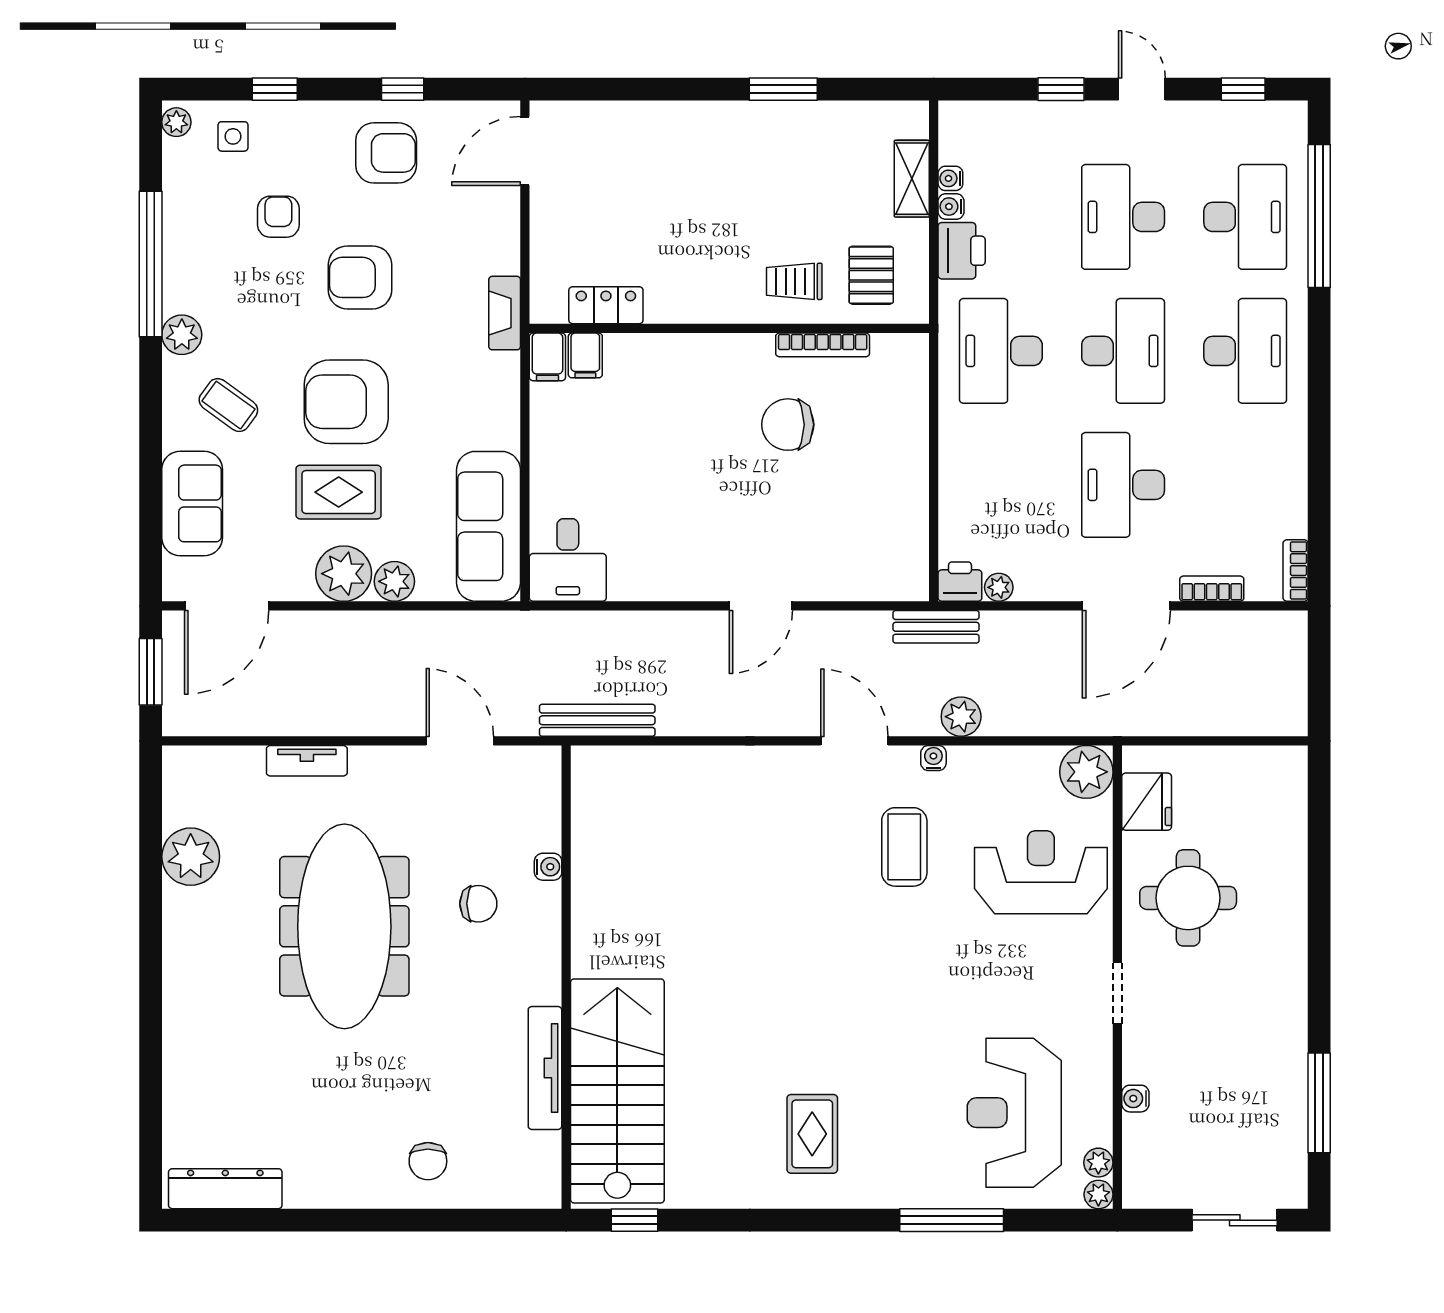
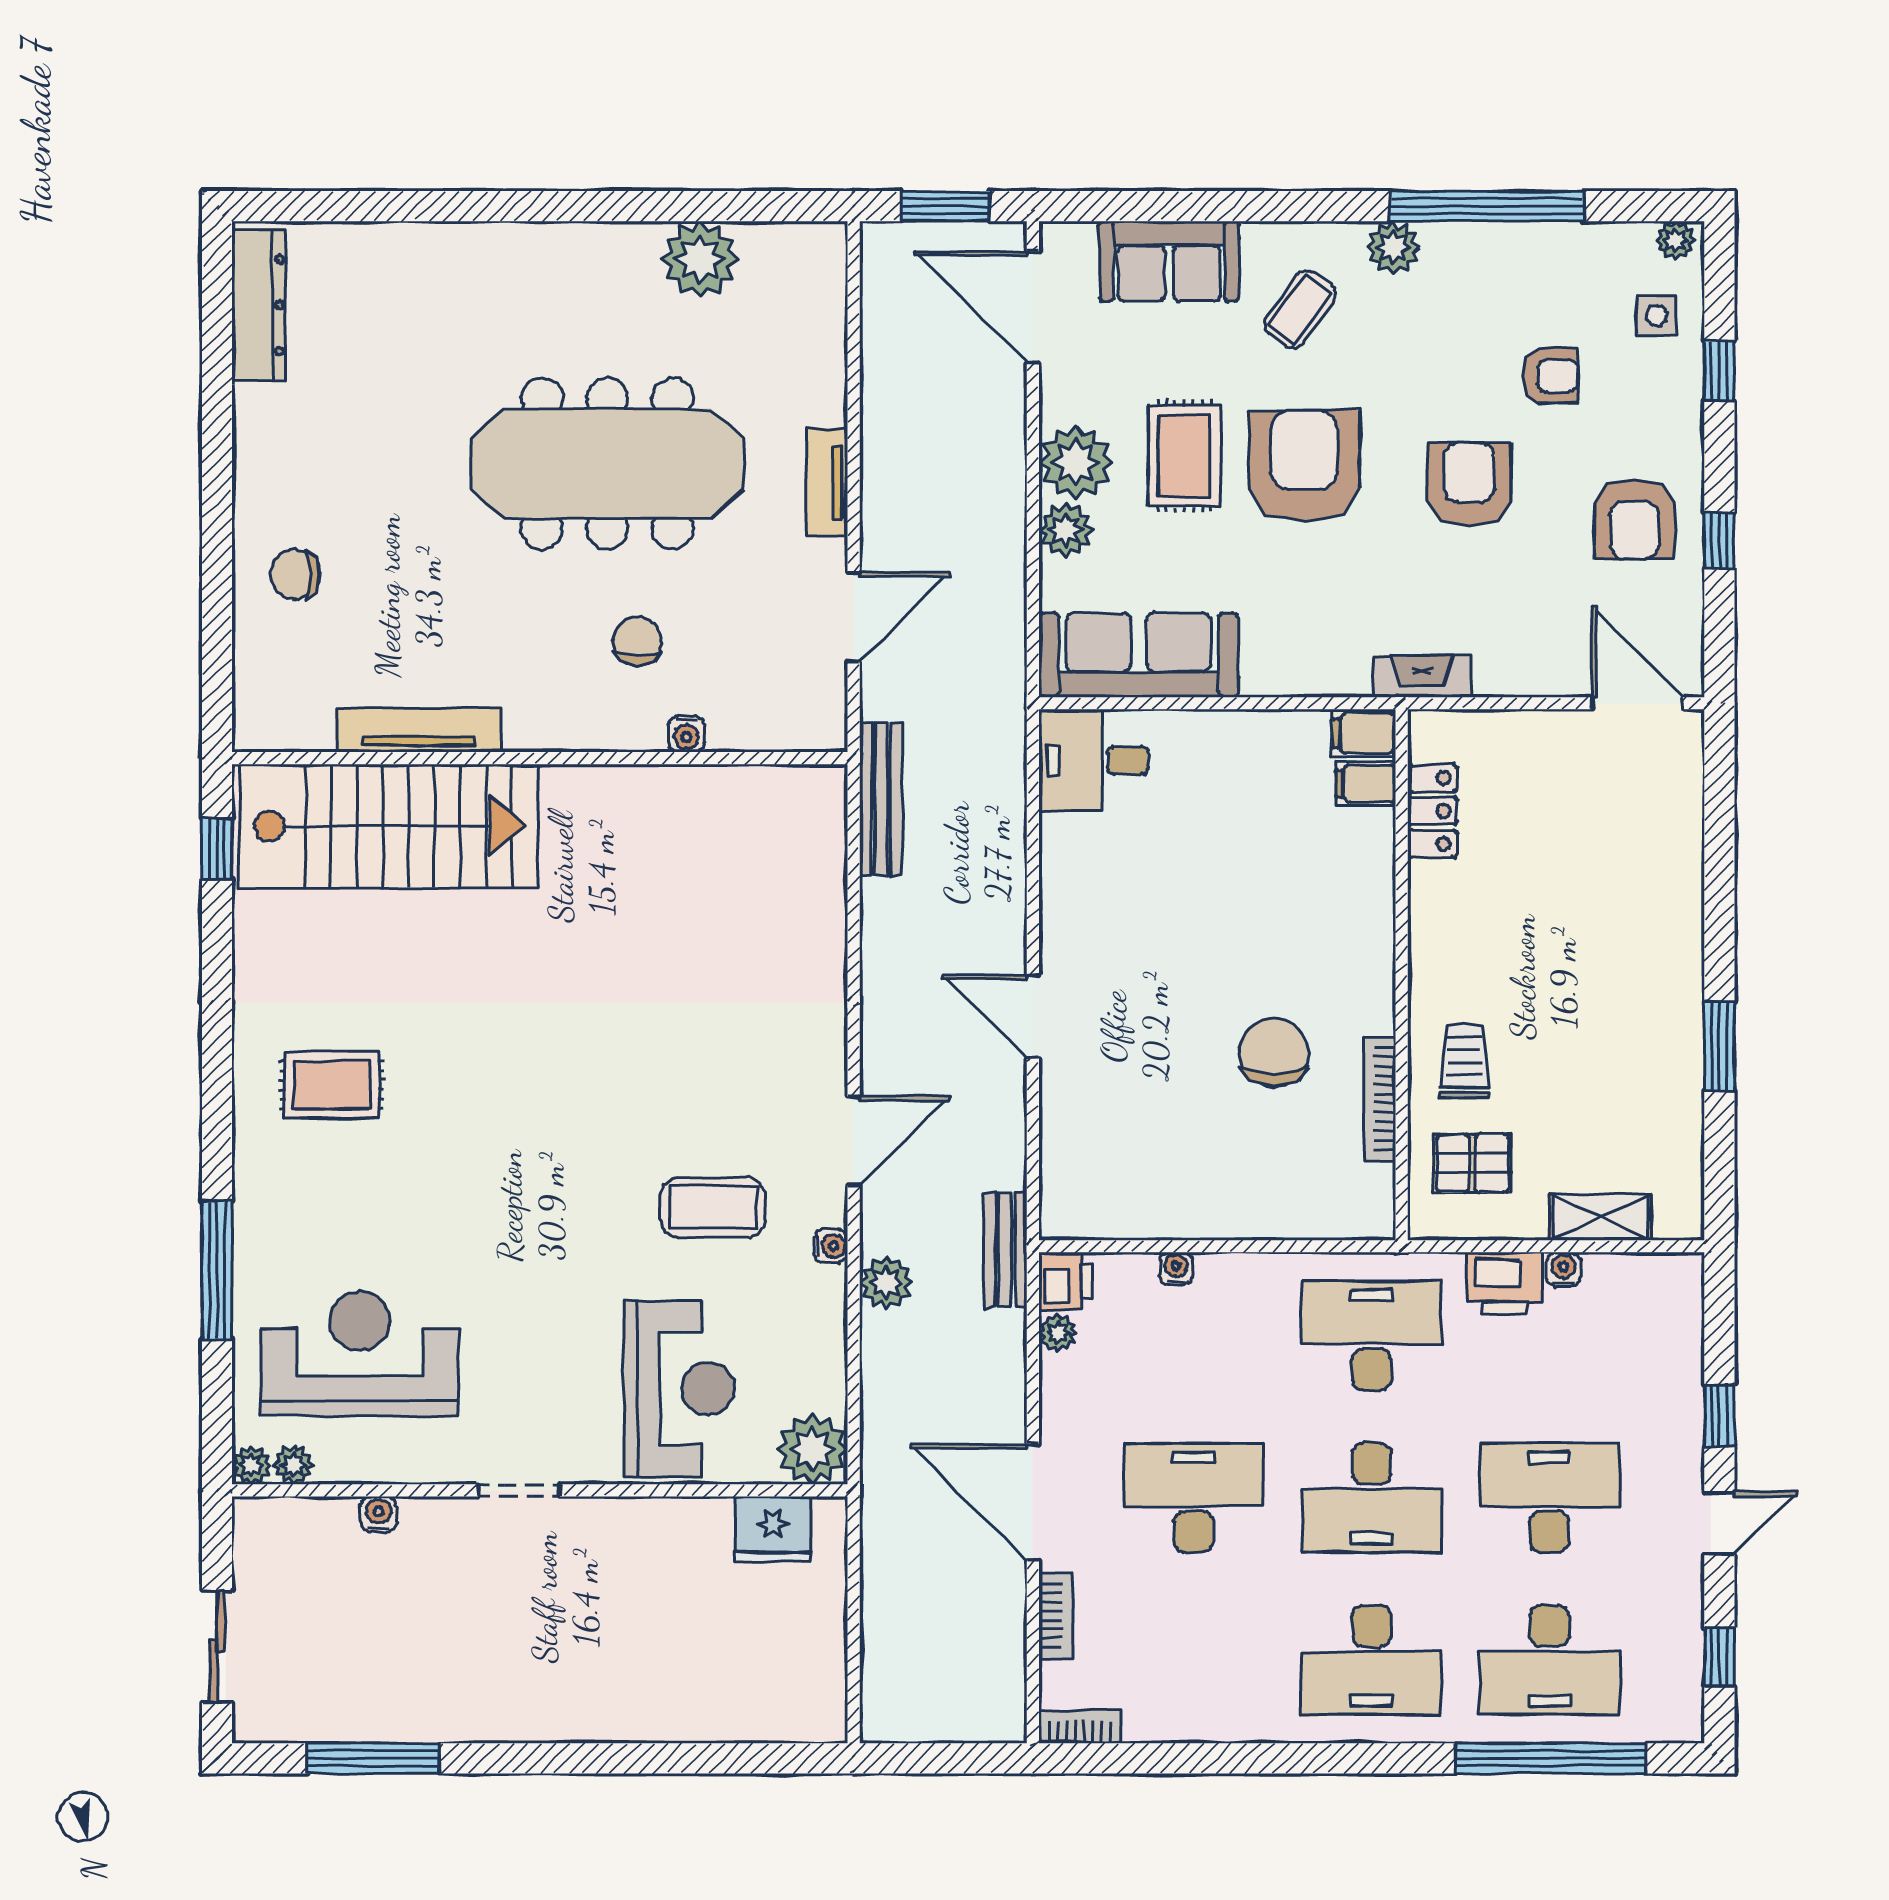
water cooler: (950, 178) -> (1176, 1268), moved
tv unit: (307, 761) -> (827, 482), moved
round table: (1188, 898) -> (645, 1584), removed
chair: (478, 904) -> (637, 641), turned 180

